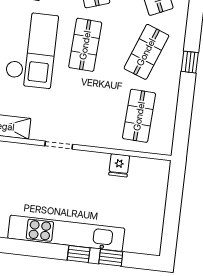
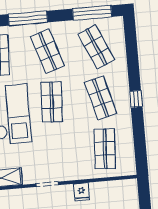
shop shelf: (146, 52) -> (101, 98), turned -36
fridge: (119, 165) -> (81, 192), moved

